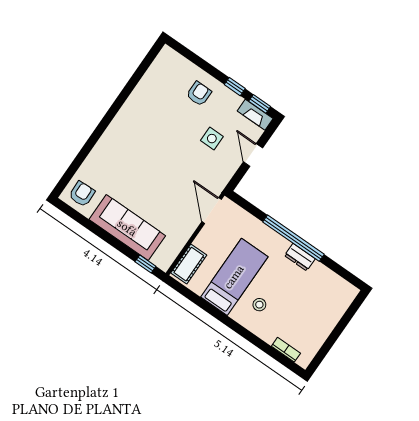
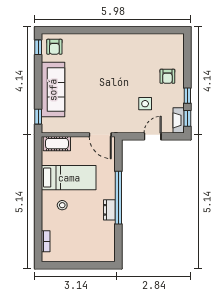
armchair: (199, 94) -> (167, 76), turned 90
armchair: (82, 194) -> (54, 47), turned 92
door: (212, 211) -> (100, 135), swing flipped
window: (70, 212) -> (38, 47), added

